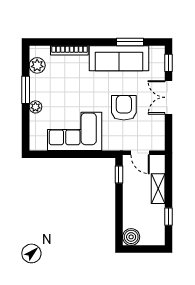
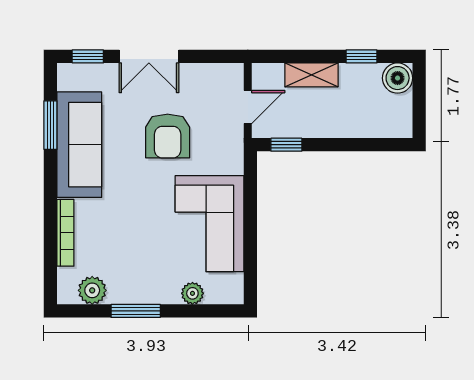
plant: (35, 107) -> (192, 293), moved
armchair: (124, 108) -> (168, 136), turned -90
boiler: (131, 237) -> (398, 78), moved

